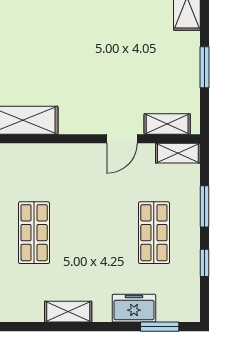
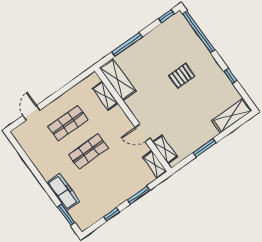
pallet: (82, 27) -> (182, 76), added
shop shelf: (154, 233) -> (88, 152), moved
freezer: (134, 308) -> (63, 192), width x1.40
shelving: (68, 312) -> (105, 96), moved

